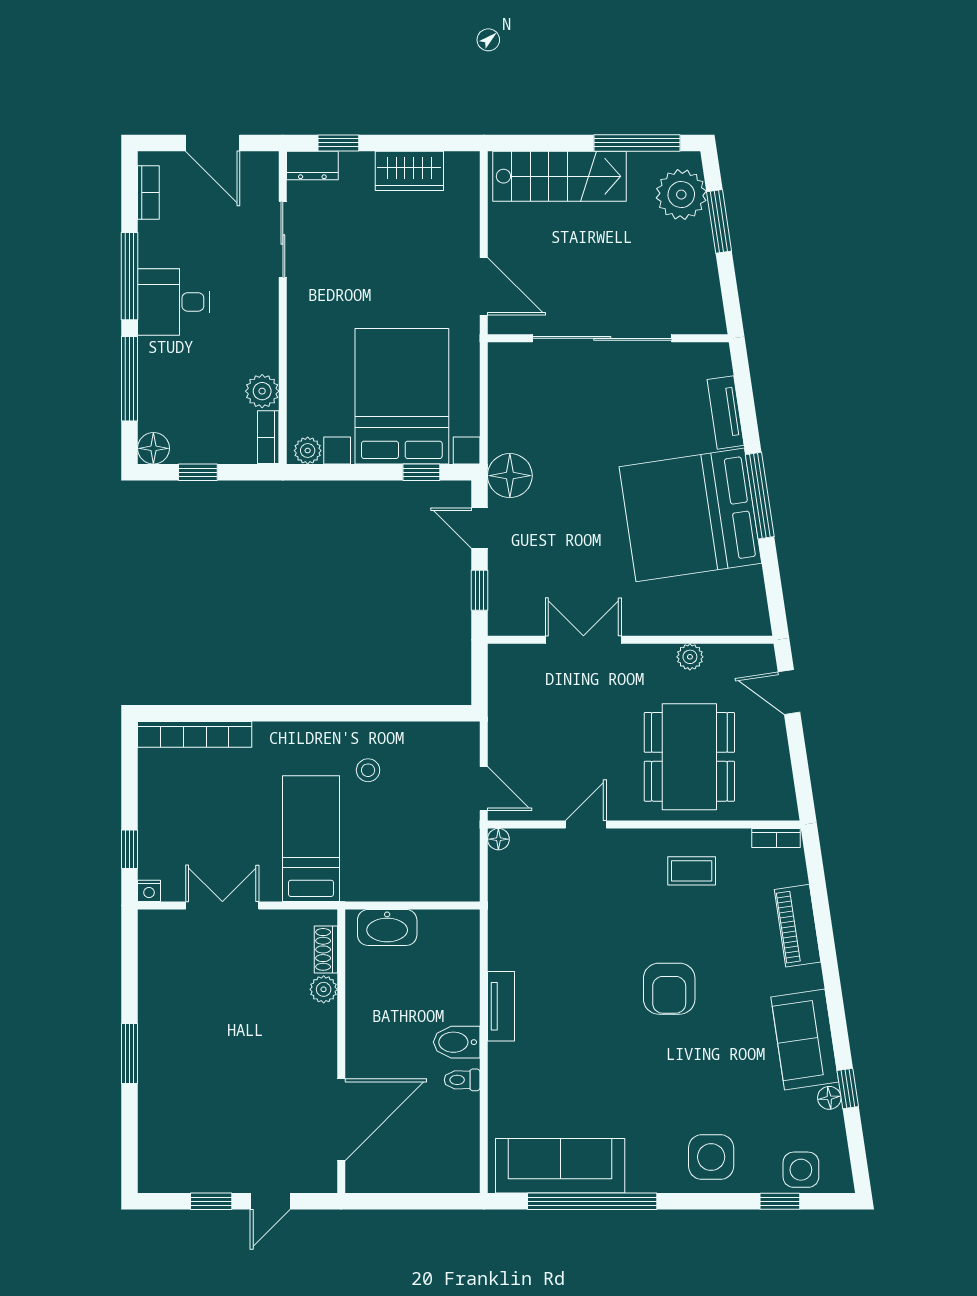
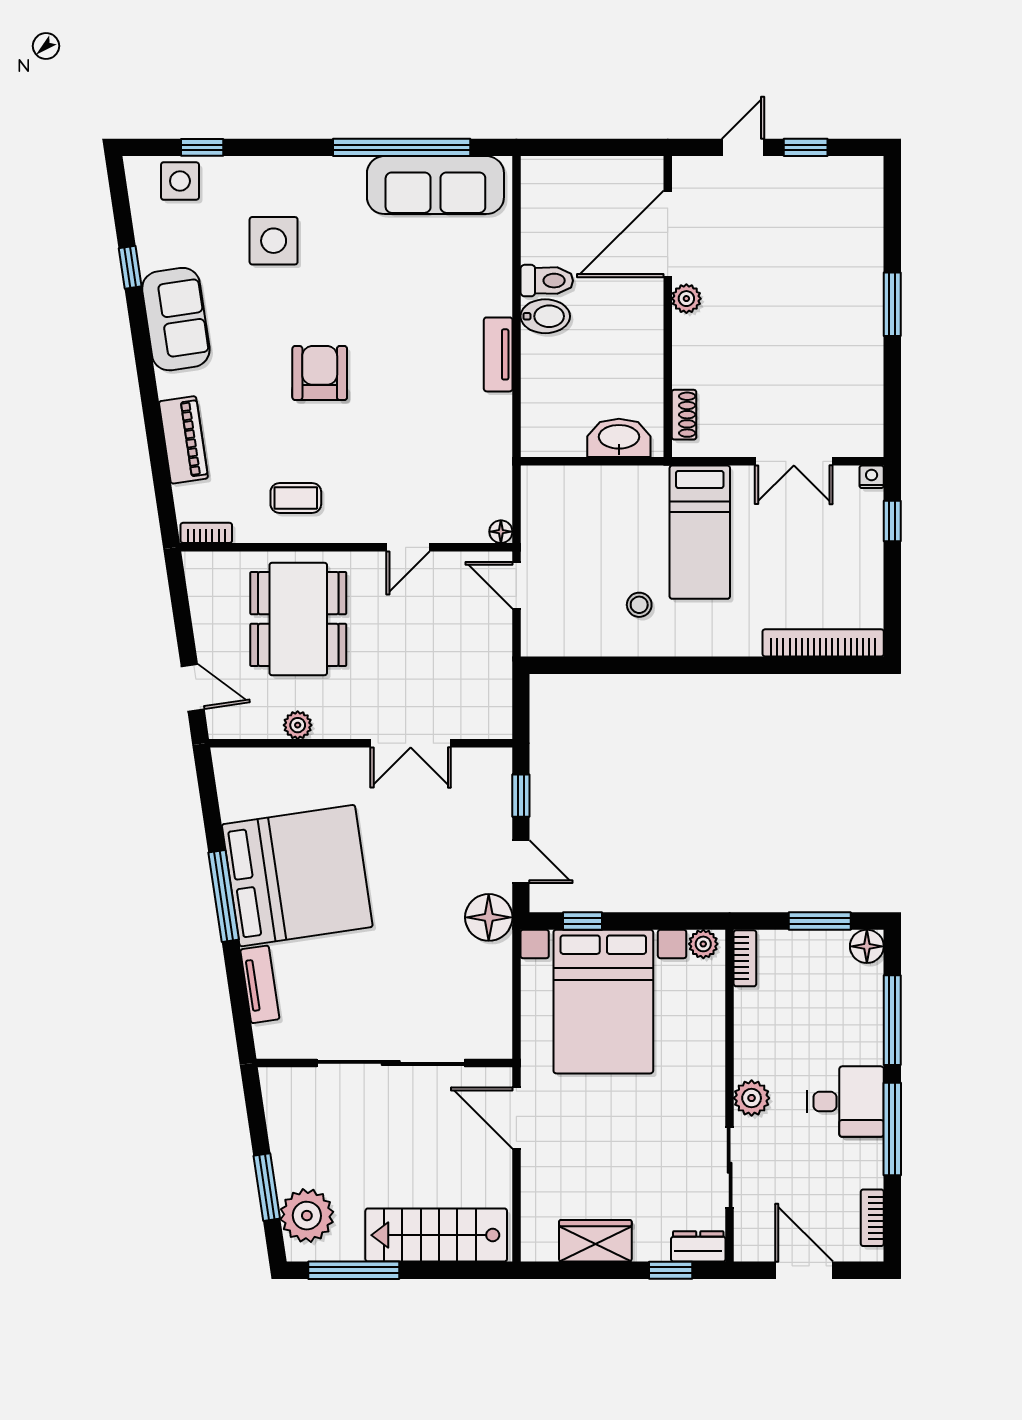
plant: (262, 391) -> (752, 1098), moved
window: (198, 472) -> (820, 921), width x1.50
plant: (324, 989) -> (686, 299), moved
toilet: (462, 1080) -> (547, 281), width x1.37, depth x1.39
floor lamp: (829, 1098) -> (150, 257), removed
side table: (711, 1157) -> (274, 241), moved

